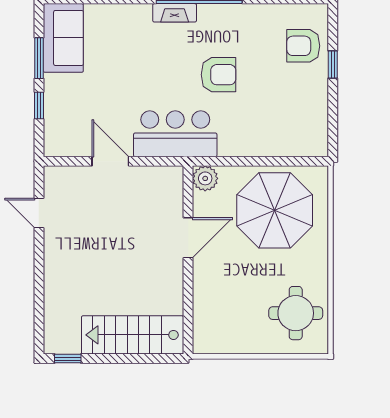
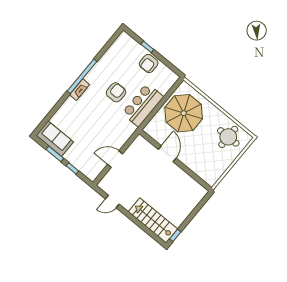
armchair: (303, 46) -> (149, 64), moved
bar counter: (175, 134) -> (143, 105), moved
plant: (205, 178) -> (150, 129), removed
stairs: (133, 335) -> (153, 220), moved, turned 90

